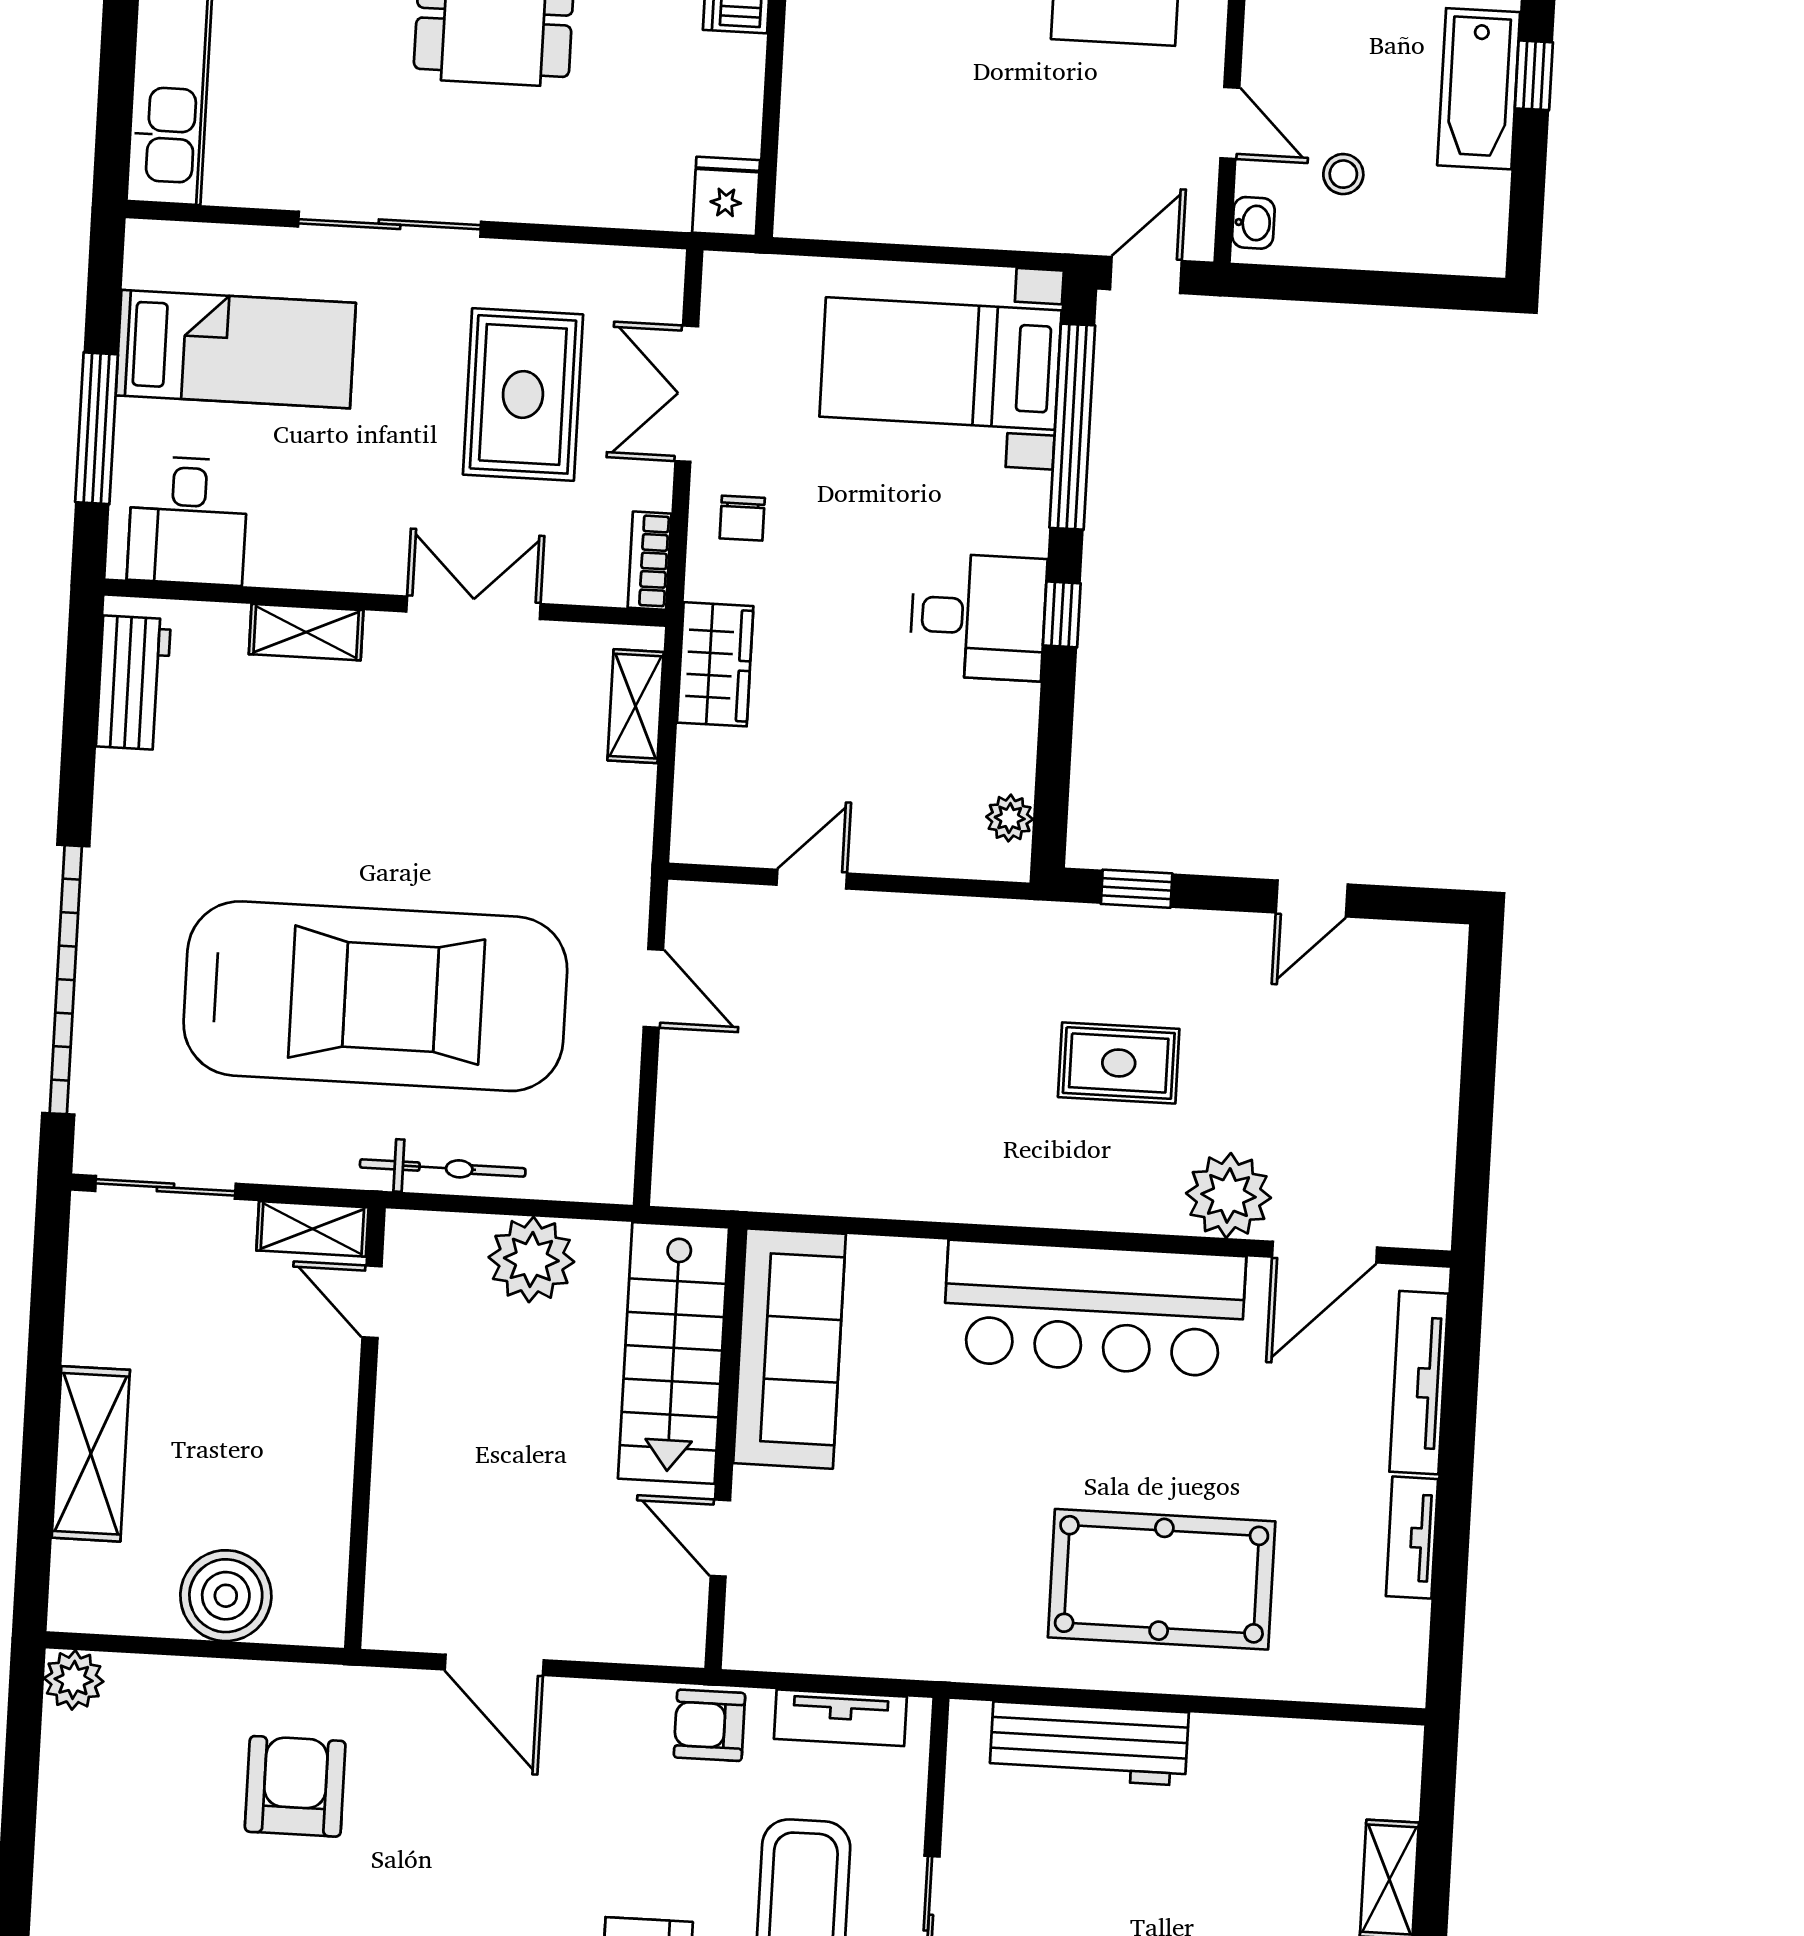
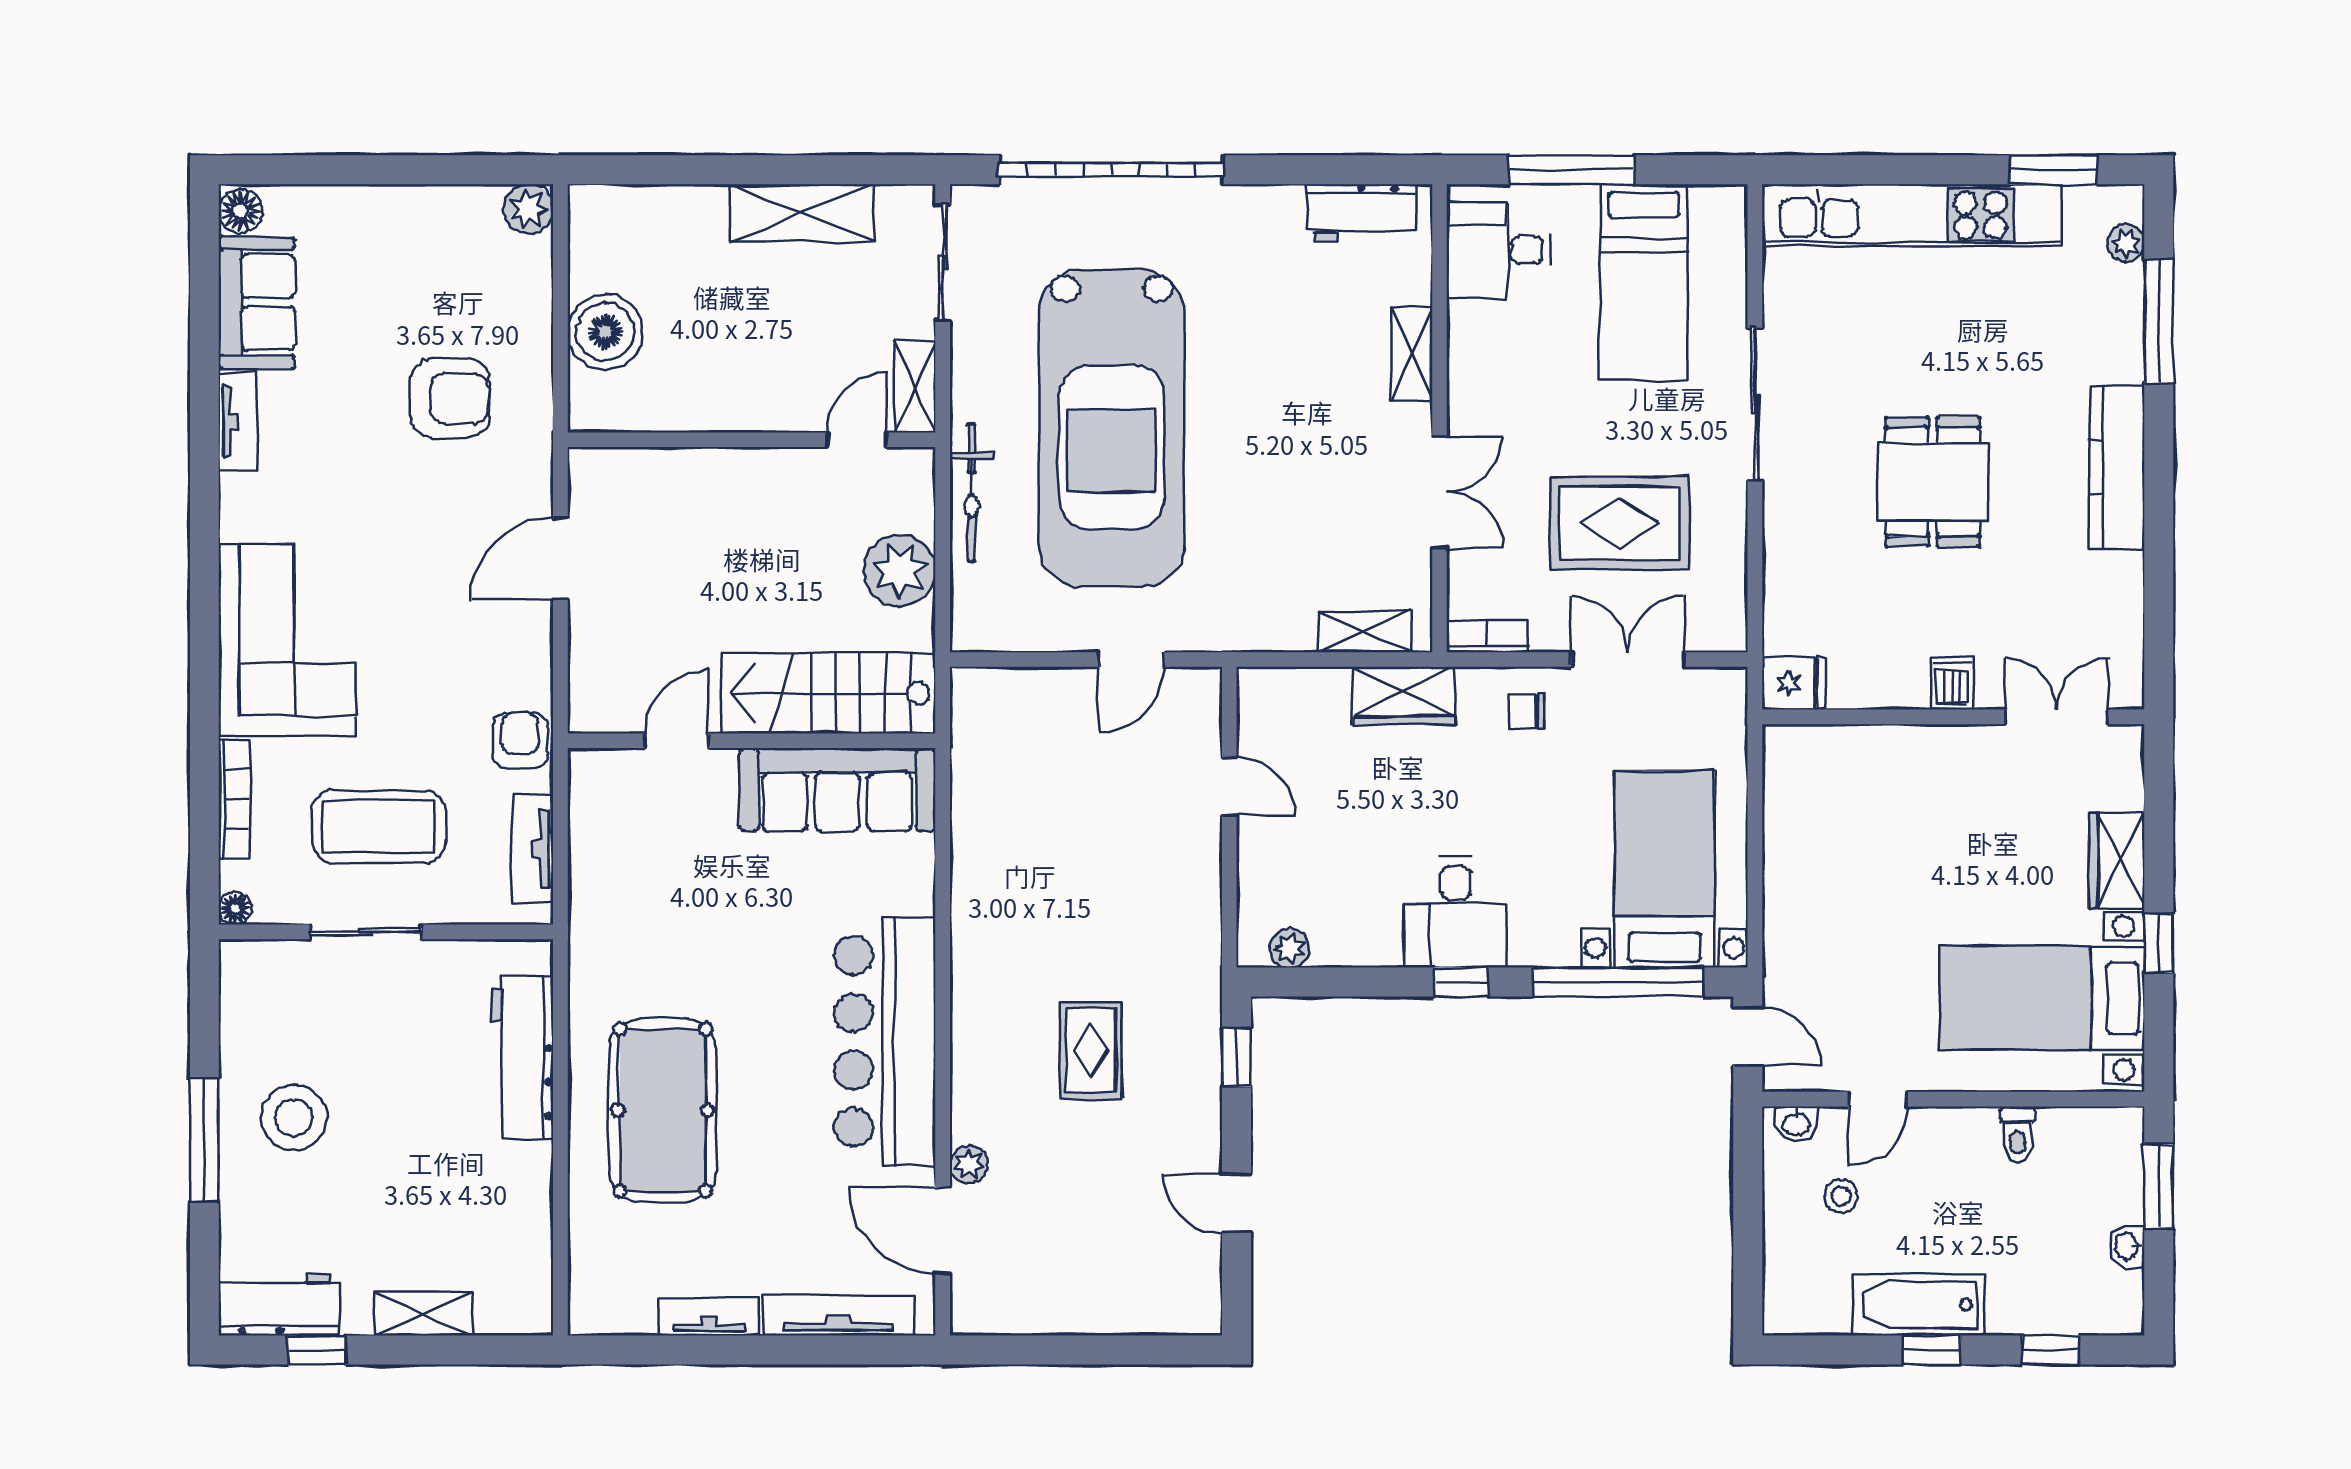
plant: (1229, 1195) -> (969, 1165), width x0.53, depth x0.53
shelving: (91, 1454) -> (802, 213), moved

